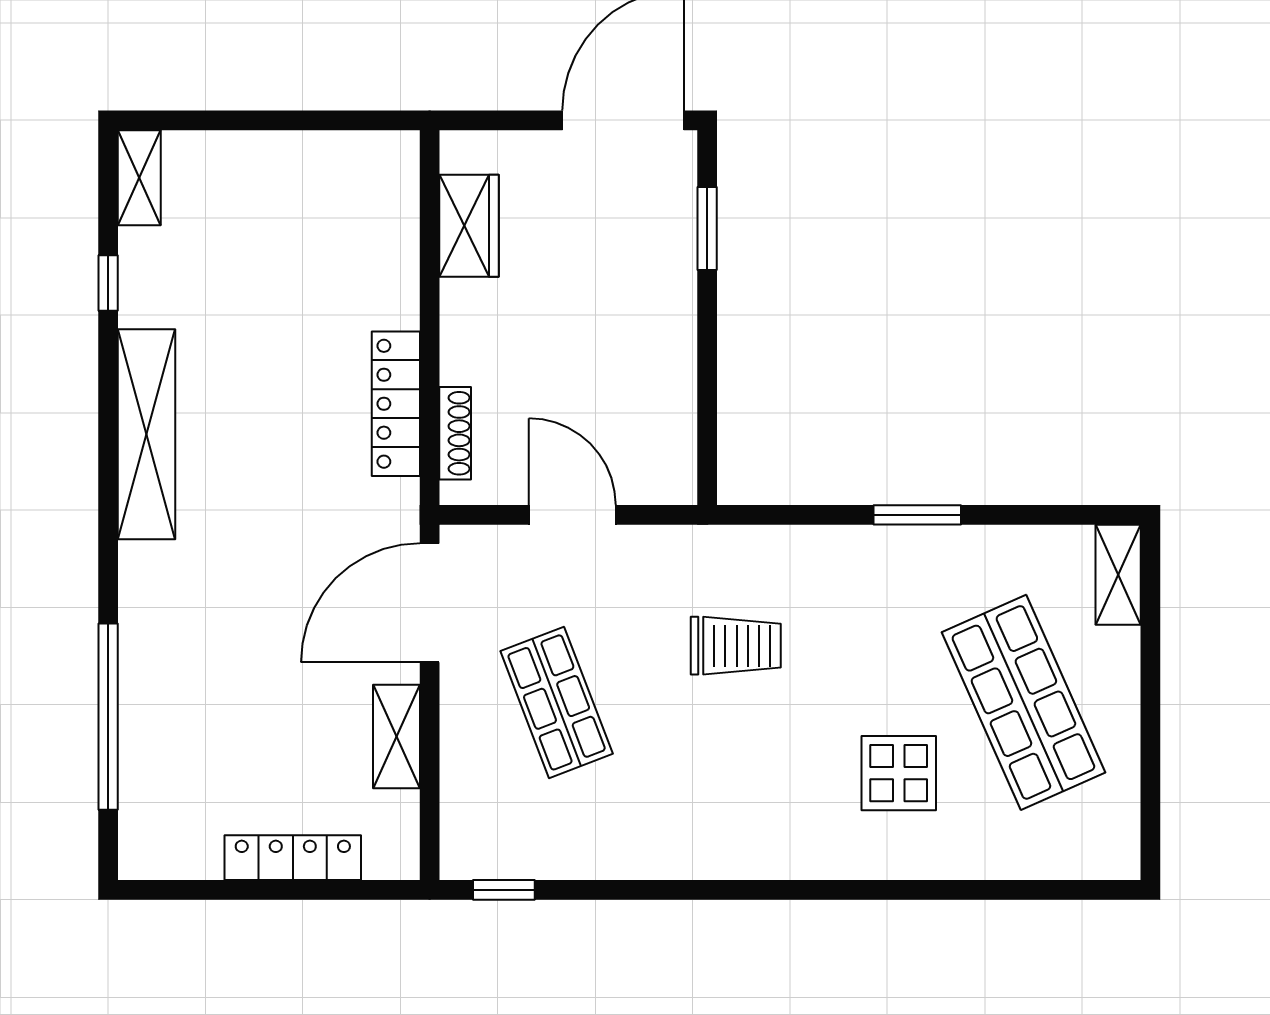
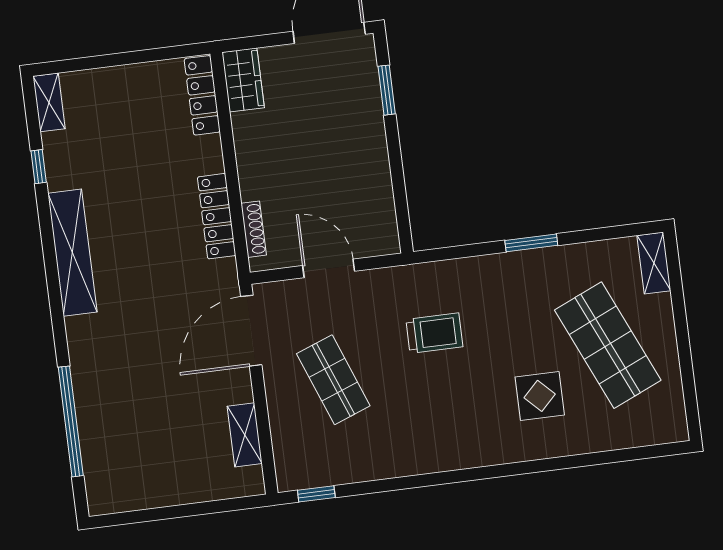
wardrobe: (469, 226) -> (243, 80), moved
shelving: (396, 736) -> (245, 435), moved
locker: (293, 858) -> (202, 95), moved, turned -90

